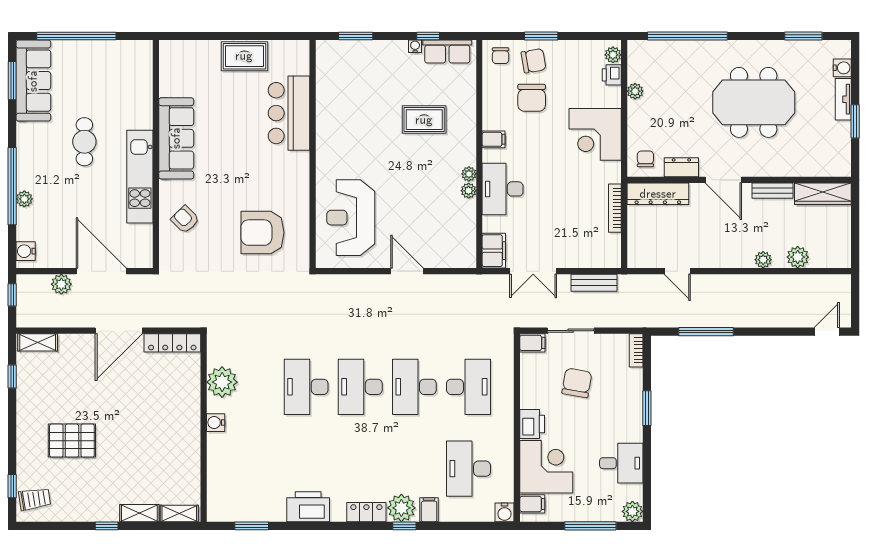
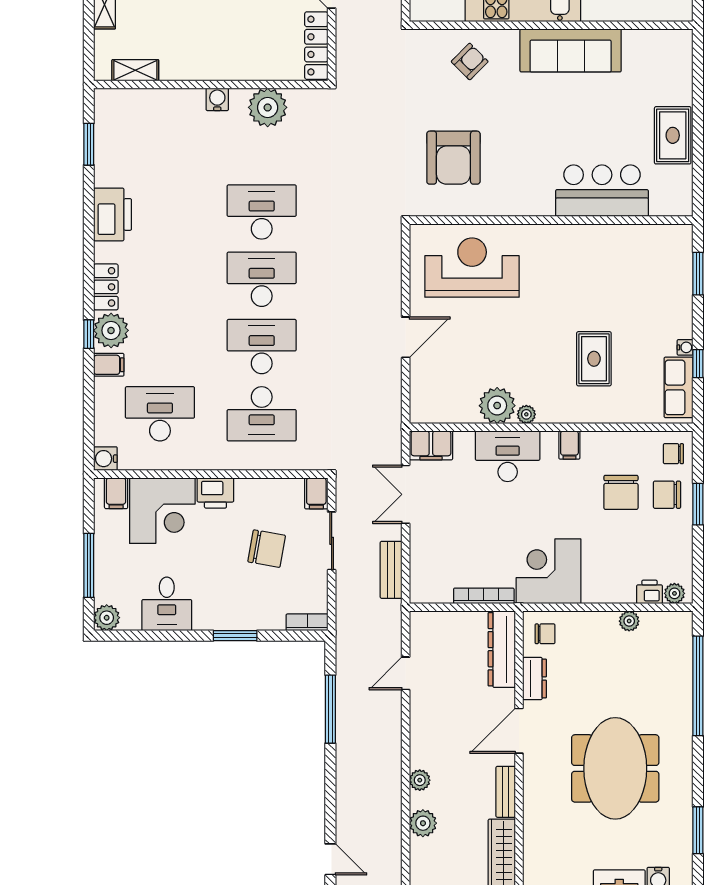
chair: (534, 61) -> (667, 495), turned 100
chair: (532, 98) -> (621, 492), turned -90
corner desk: (595, 134) -> (548, 571), moved
plant: (469, 191) -> (497, 406), width x1.88, depth x1.88
armchair: (262, 233) -> (453, 158), turned 180
shelving: (179, 514) -> (135, 70), moved, turned 90

